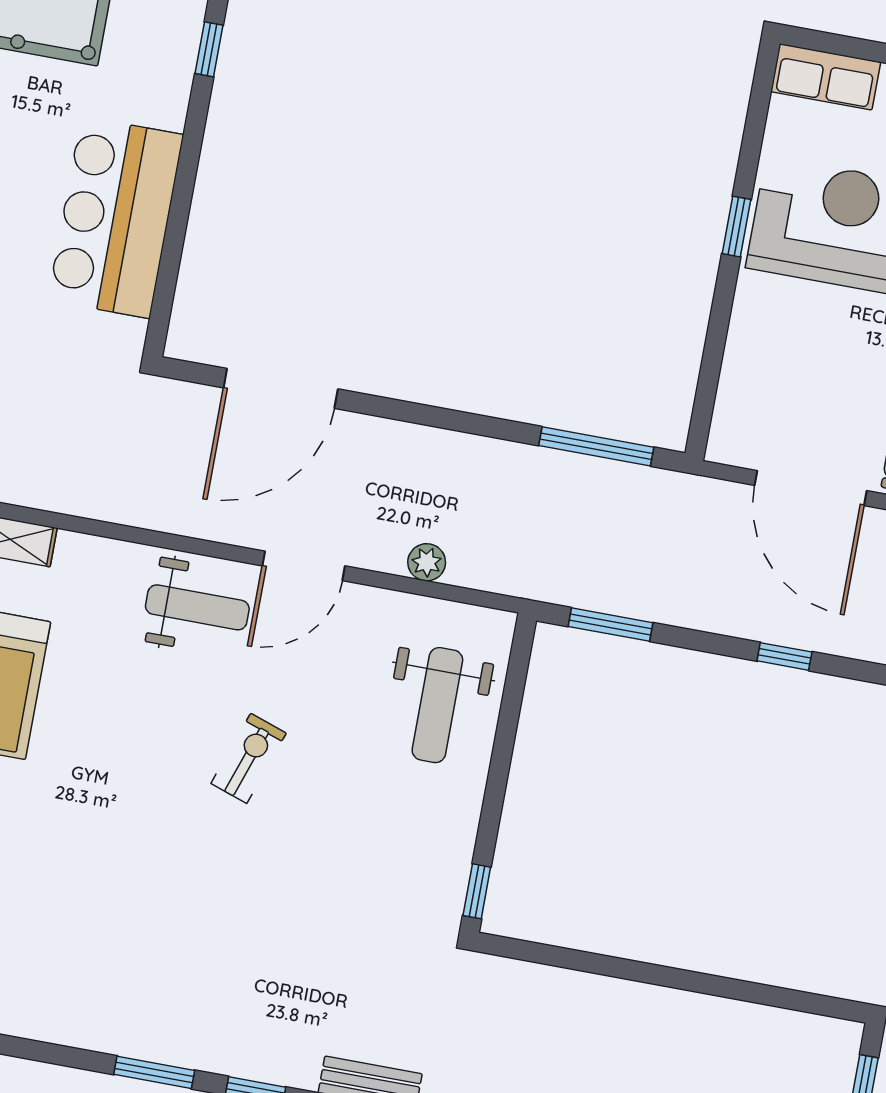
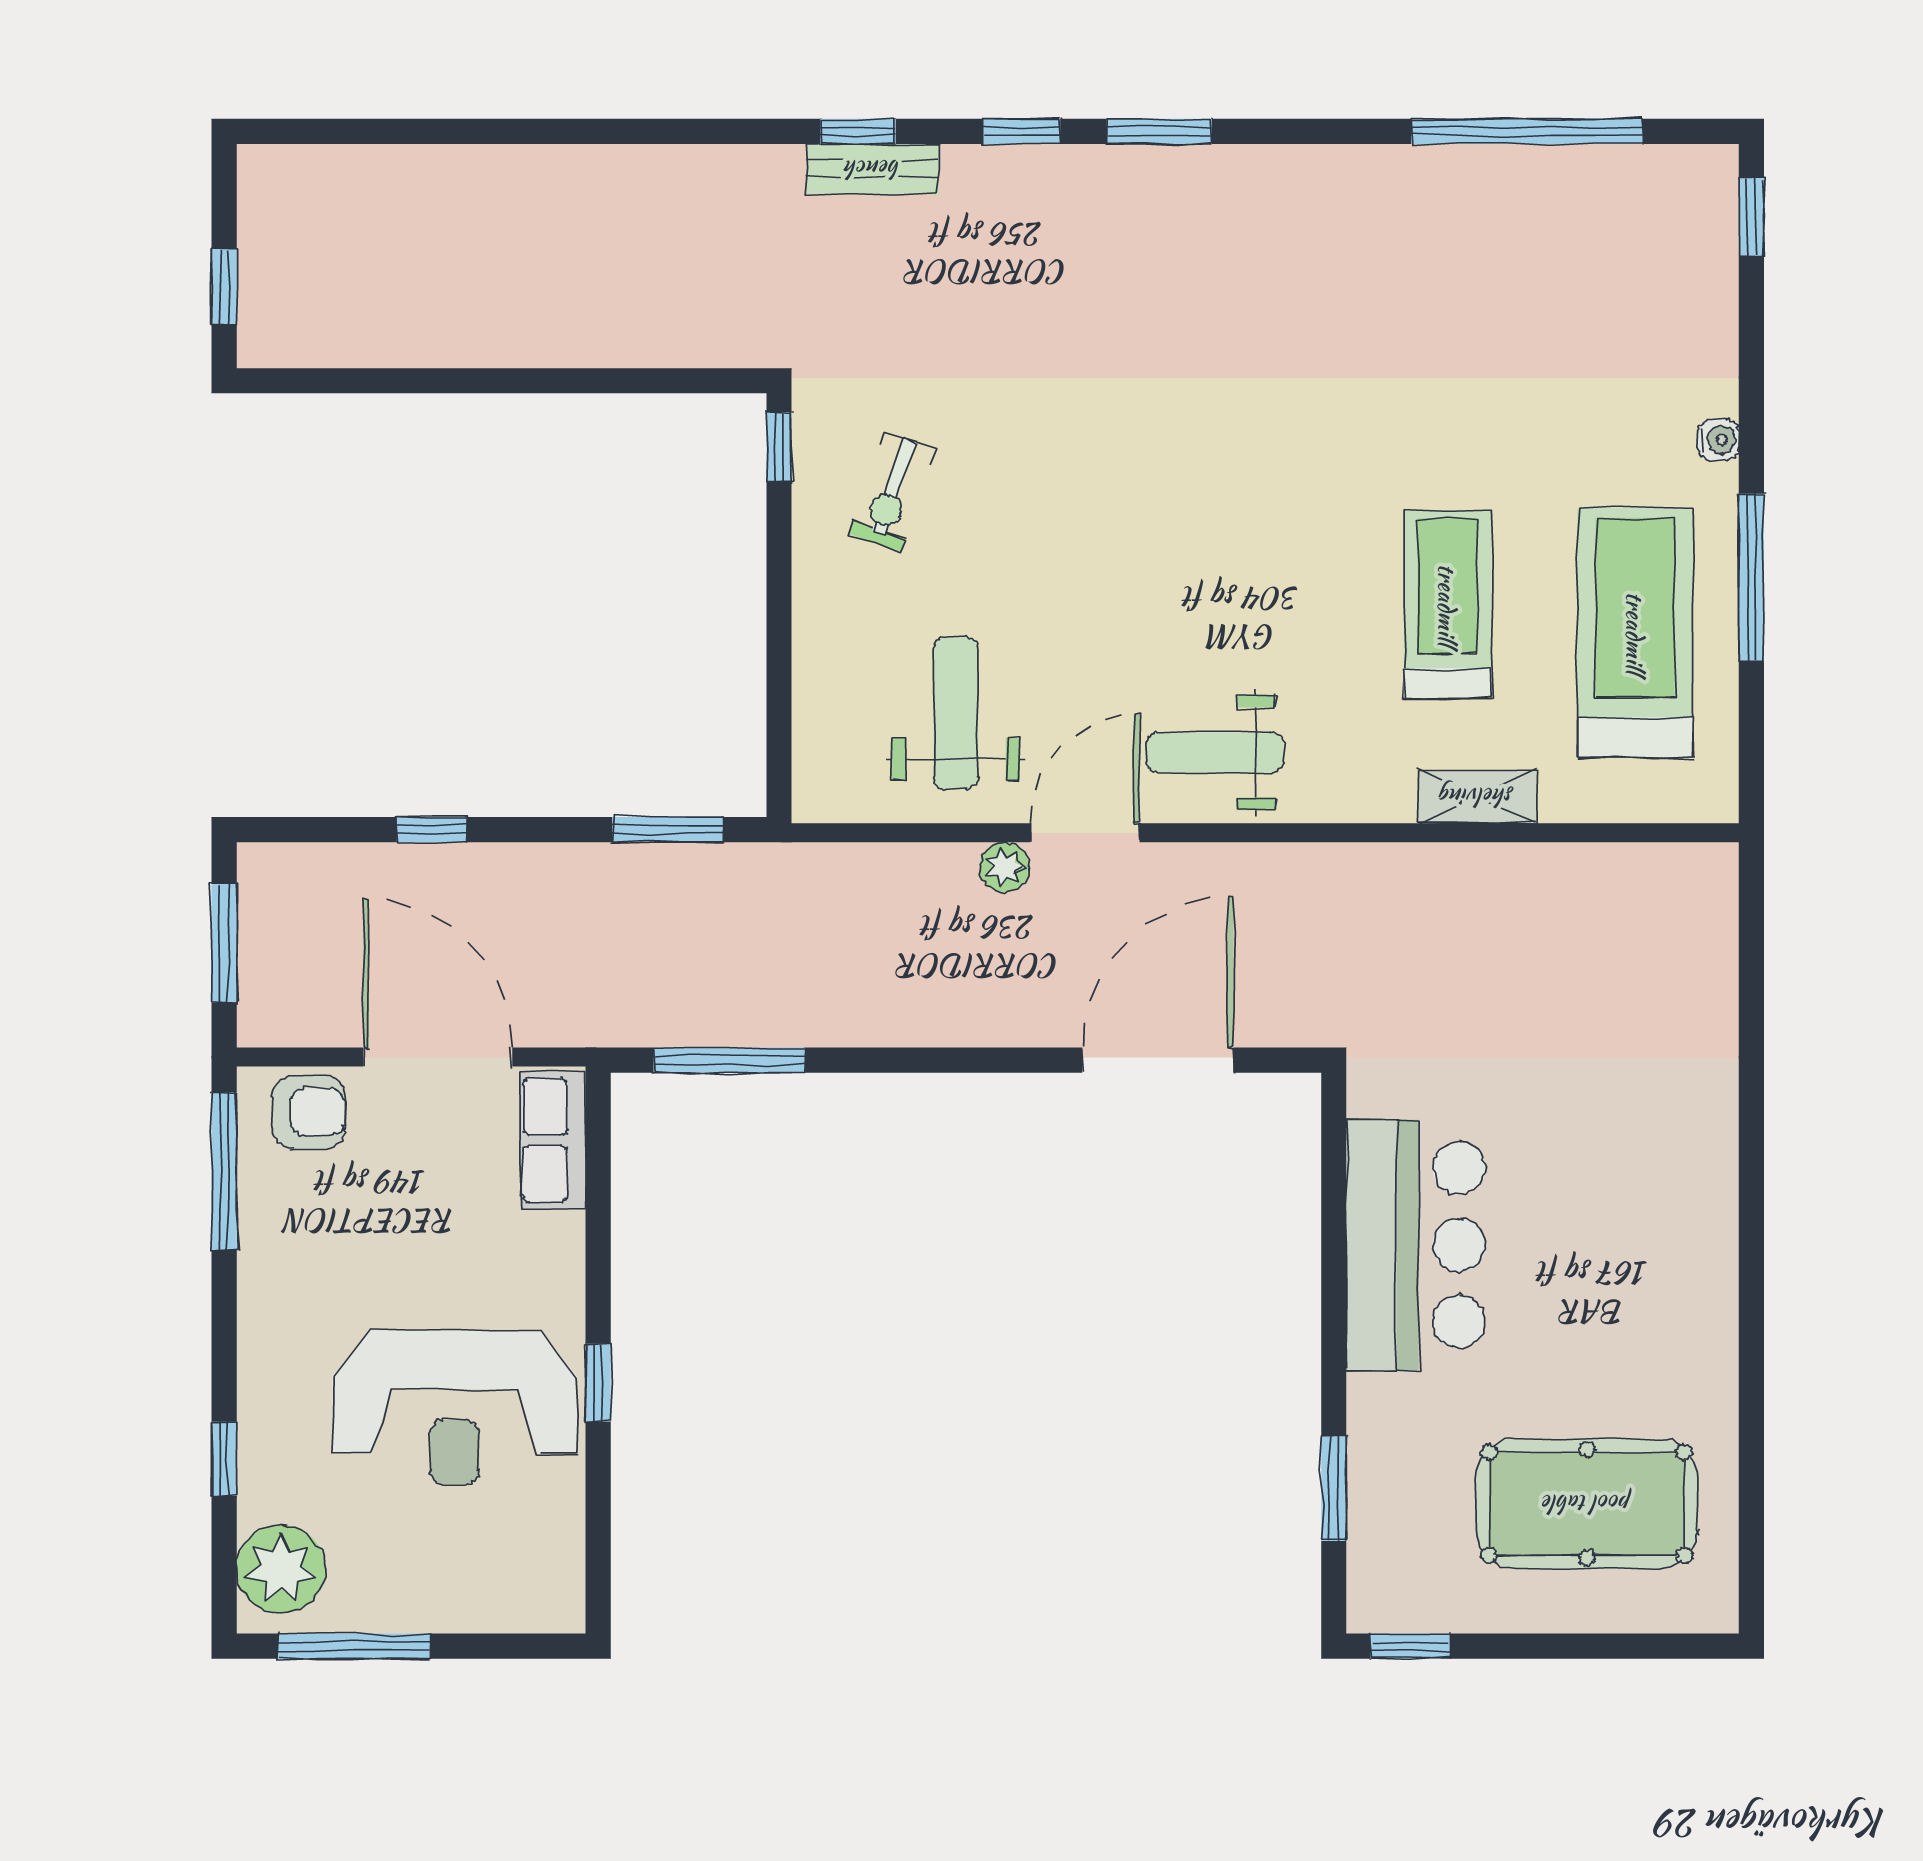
window: (209, 49) -> (1334, 1488), width x1.50
row of seats: (826, 77) -> (553, 1140), moved, turned -90
plant: (427, 562) -> (1004, 867), moved
weight bench: (437, 705) -> (956, 713), moved
exercise bike: (249, 758) -> (892, 491), moved

